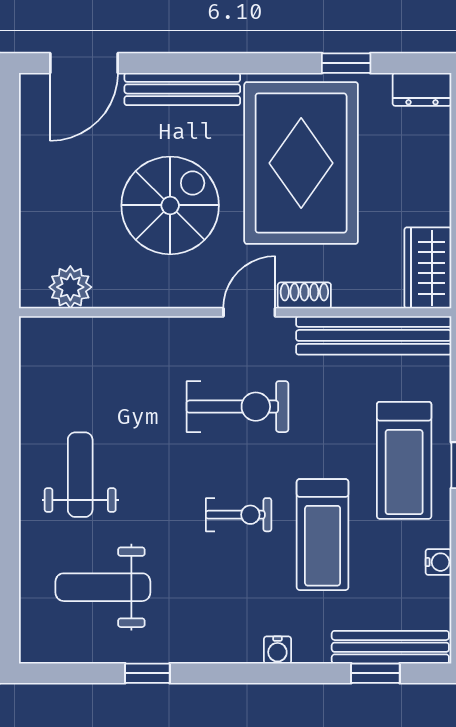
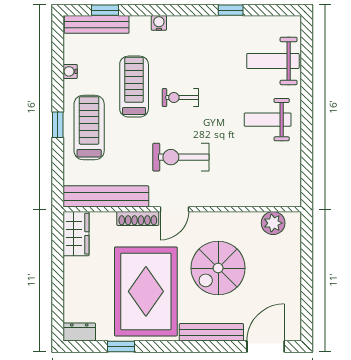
shoe rack: (304, 295) -> (138, 218), width x1.43
weight bench: (80, 475) -> (268, 120), turned 90
weight bench: (103, 587) -> (273, 61), moved, turned 180

